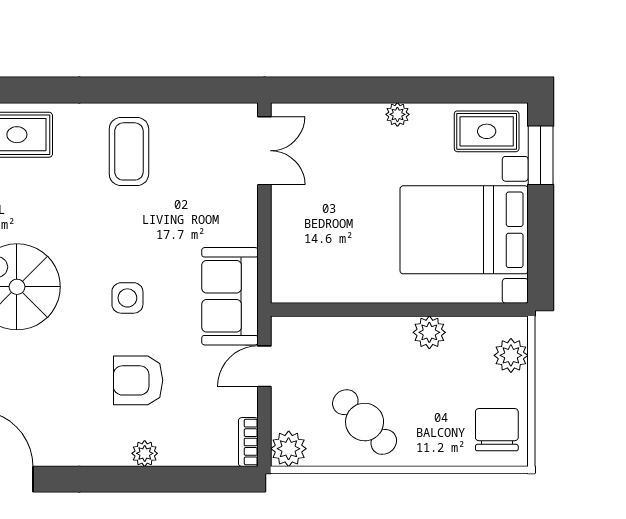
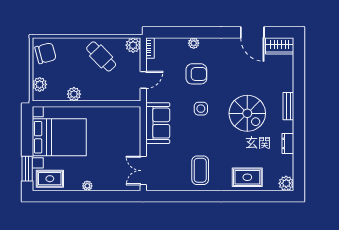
sofa: (230, 296) -> (158, 123), moved
chair: (497, 430) -> (46, 53), turned -105

